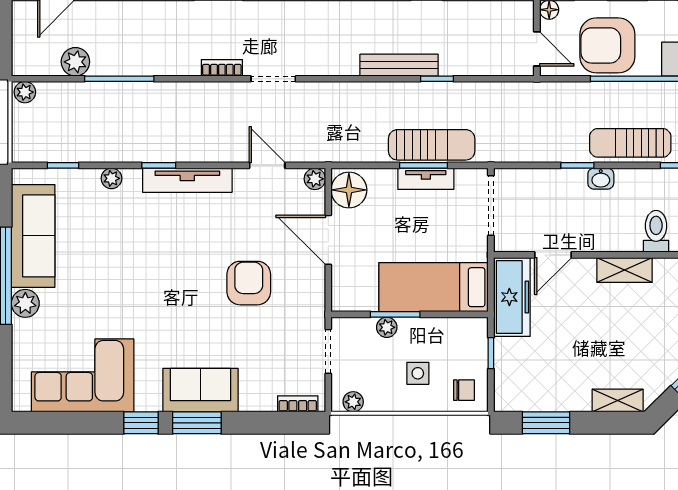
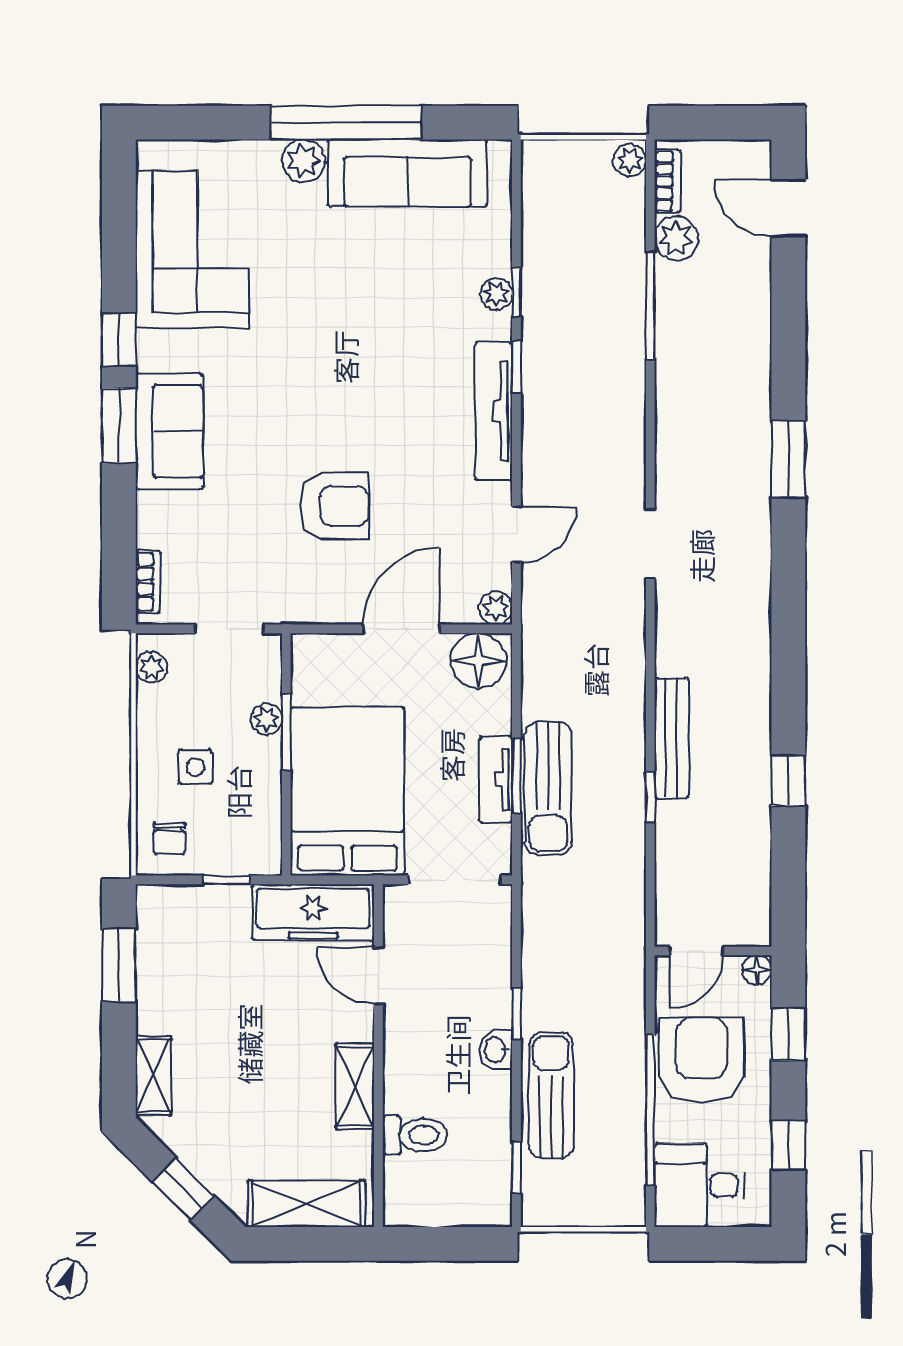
bookcase: (222, 68) -> (667, 181), moved
window: (63, 165) -> (516, 292), moved
bed: (434, 287) -> (347, 791), width x1.50

